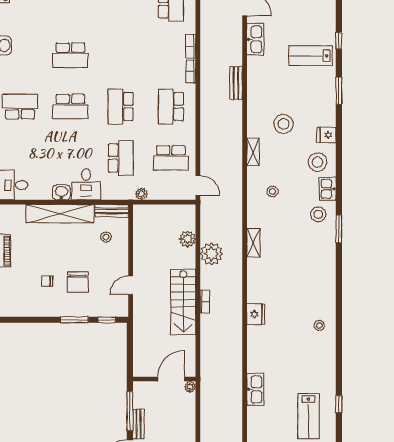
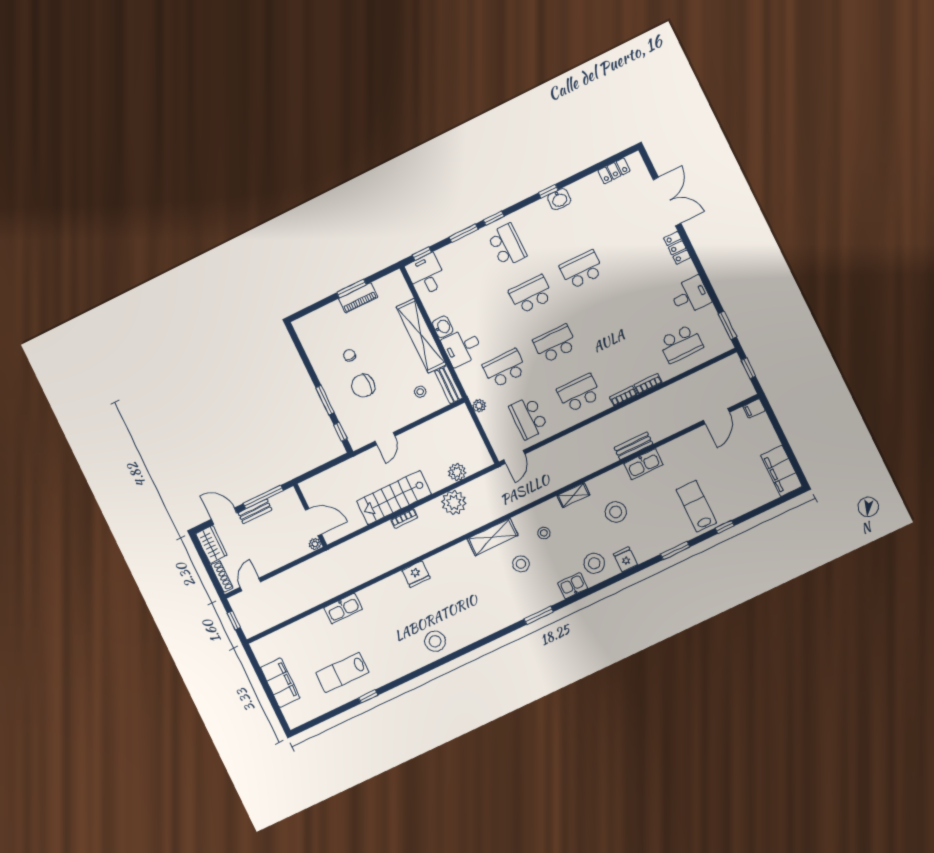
kitchen sink: (255, 39) -> (643, 464), moved
school desk: (70, 55) -> (582, 270), turned 90
school desk: (70, 107) -> (531, 294), turned 90
school desk: (121, 158) -> (505, 368), turned 180
stool: (318, 214) -> (521, 564), moved
shelving: (253, 243) -> (493, 537), width x1.50, depth x1.33
door: (131, 285) -> (385, 439), swing flipped
stool: (319, 325) -> (435, 641), width x1.89, depth x1.89

